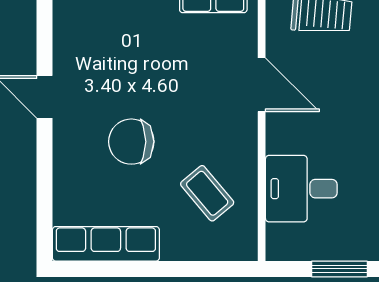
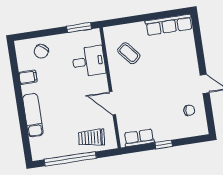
chair: (131, 142) -> (189, 110), moved, width x0.54, depth x0.54
window: (339, 269) -> (79, 28), moved

